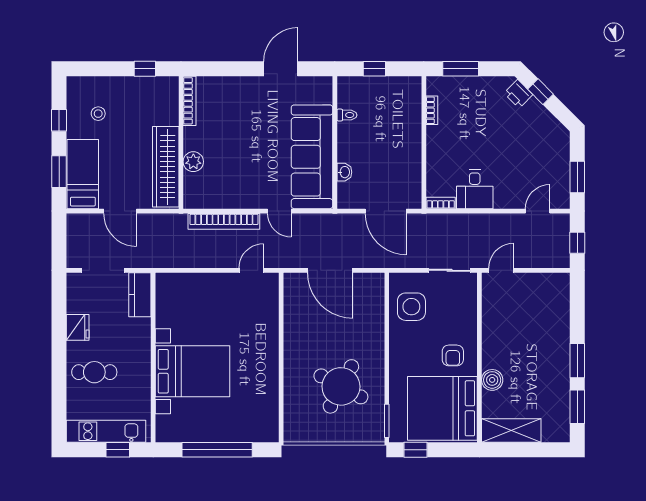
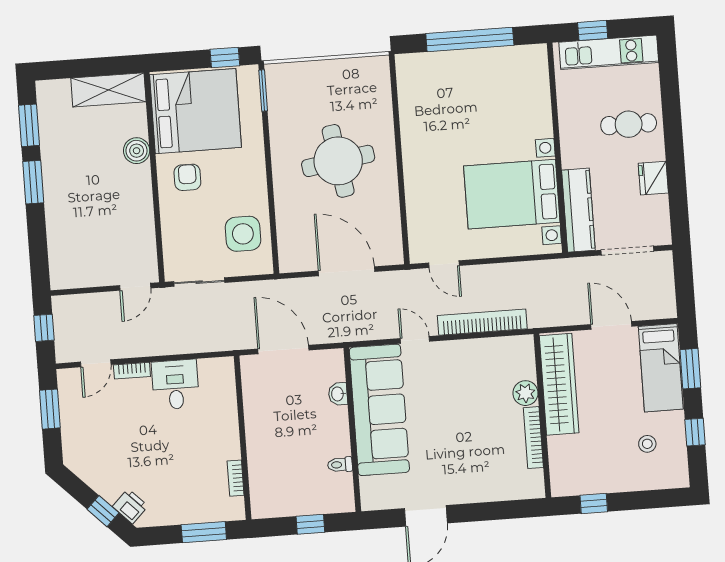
bookcase: (190, 101) -> (533, 438), moved
bookcase: (441, 203) -> (132, 371), moved
door: (251, 270) -> (444, 264), hinge flipped
kitchen counter: (140, 295) -> (578, 210), width x1.50
bed with nightstands: (193, 371) -> (512, 194), moved
round table: (341, 386) -> (338, 161), moved, turned -37

